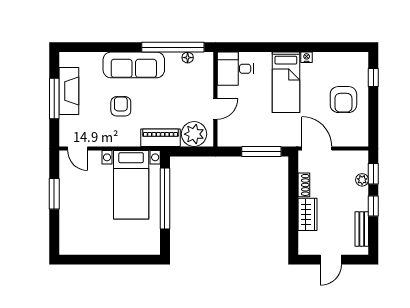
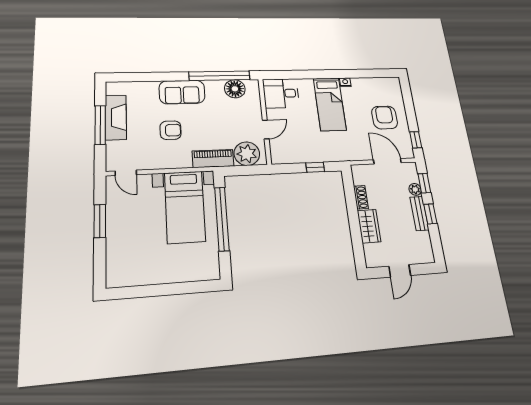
floor lamp: (188, 58) -> (235, 89), width x1.89, depth x1.89
sofa: (134, 65) -> (182, 92), width x0.73
window: (373, 78) -> (416, 140), moved
armchair: (343, 100) -> (385, 117), turned 180
armchair: (121, 106) -> (171, 130), turned 90
door: (317, 149) -> (387, 161), moved
window: (261, 151) -> (315, 167), width x0.46
bench: (362, 229) -> (419, 213), moved

